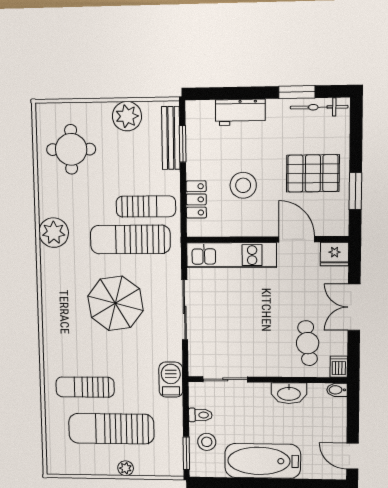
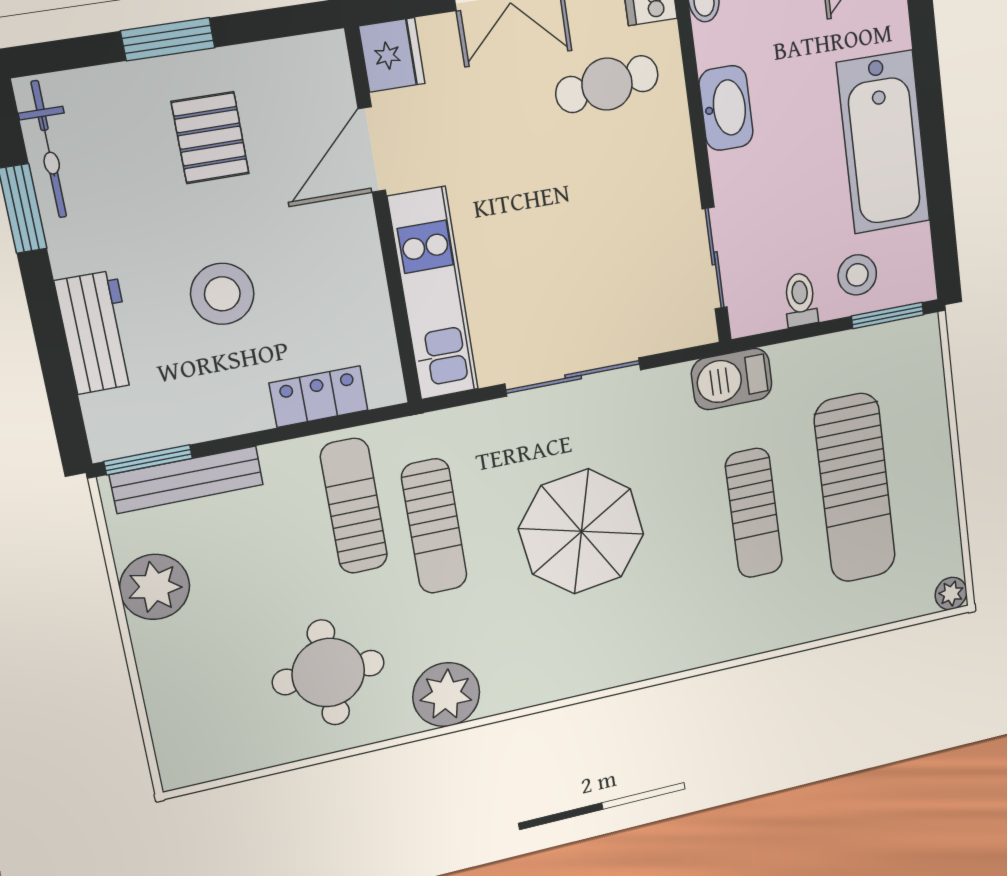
window: (183, 144) -> (148, 460), moved
round table: (71, 149) -> (328, 673), moved
pallet: (313, 173) -> (210, 138), width x0.67, depth x0.71
stool: (243, 185) -> (222, 294), moved
window: (355, 191) -> (168, 39), moved
sun lounger: (130, 239) -> (434, 526), width x0.73, depth x0.75
sun lounger: (85, 387) -> (754, 513), moved
plant: (126, 468) -> (951, 594), moved

